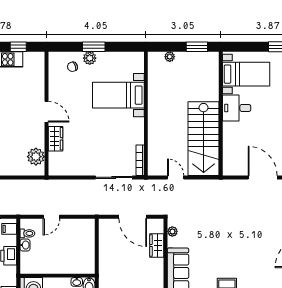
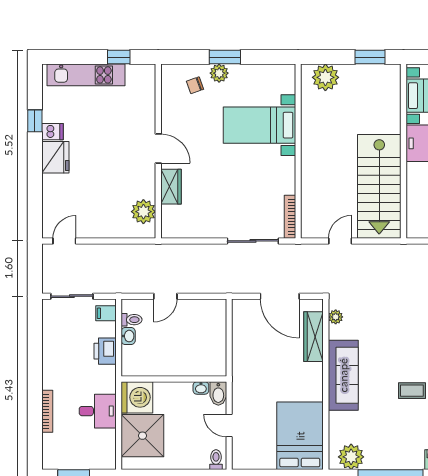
plant: (170, 57) -> (325, 77), width x1.88, depth x1.88
door: (176, 177) -> (340, 241), hinge flipped
wardrobe: (157, 245) -> (314, 337), width x1.50

